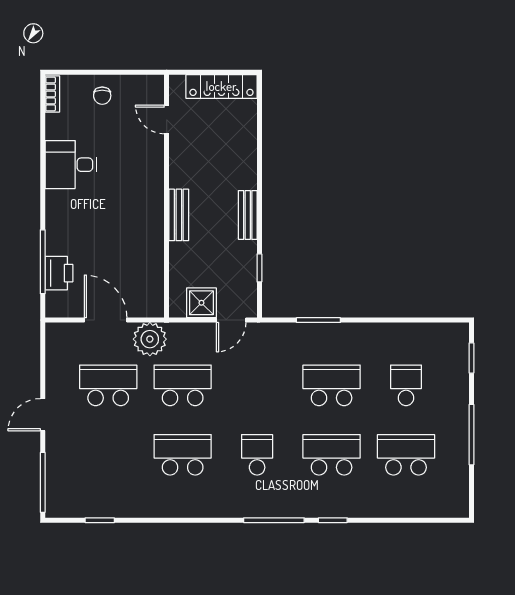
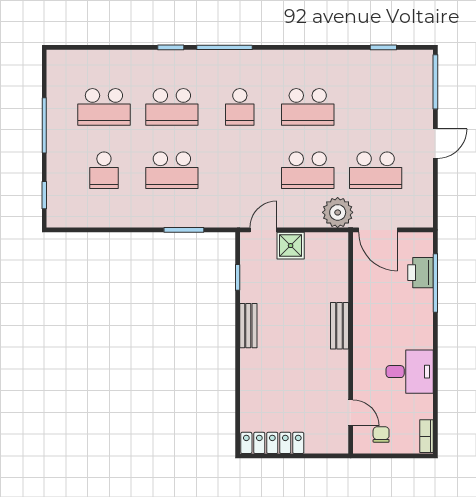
door: (167, 119) -> (351, 413), moved
wall: (167, 196) -> (351, 343), moved
bench: (179, 215) -> (340, 326), moved

